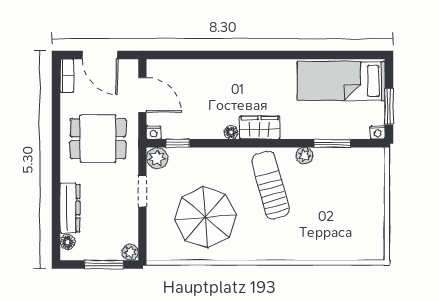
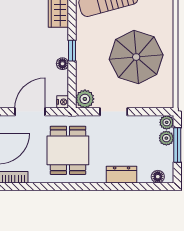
floor lamp: (231, 132) -> (62, 64), moved
window: (178, 143) -> (72, 51), moved
dresser: (70, 208) -> (122, 175), width x0.70
plant: (112, 252) -> (166, 138), added

